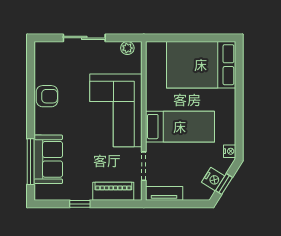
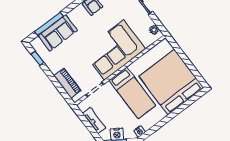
bed: (201, 65) -> (171, 82), width x1.36
tv unit: (164, 193) -> (94, 121), moved
window: (80, 204) -> (37, 58), moved

